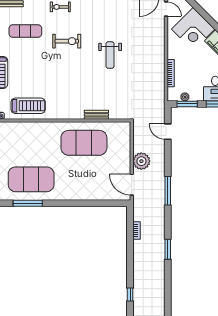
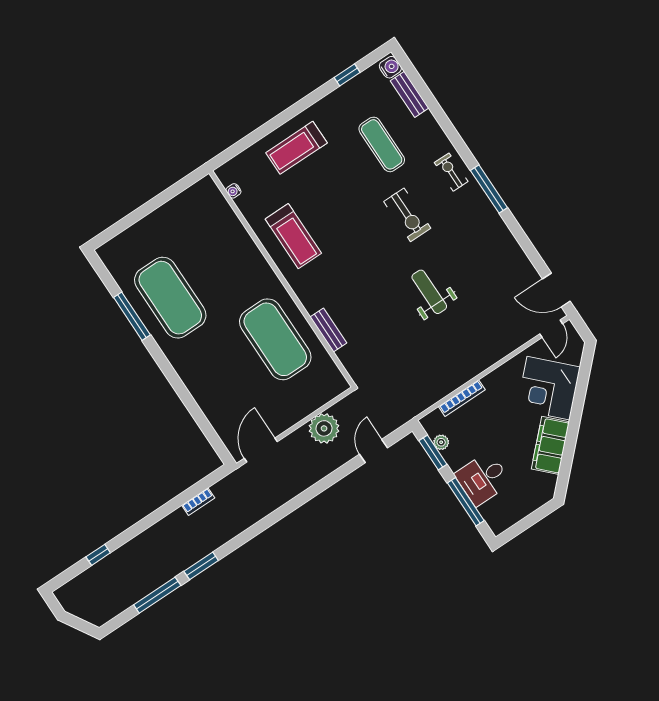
weight bench: (110, 55) -> (429, 292), turned 90
treadmill: (28, 106) -> (293, 236), moved
plant: (141, 161) -> (324, 428), moved
window: (168, 191) -> (157, 595), moved

